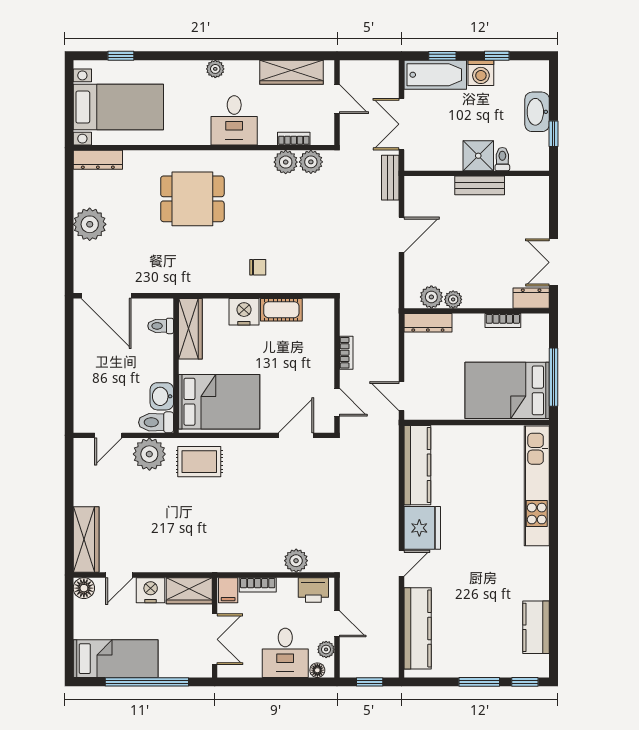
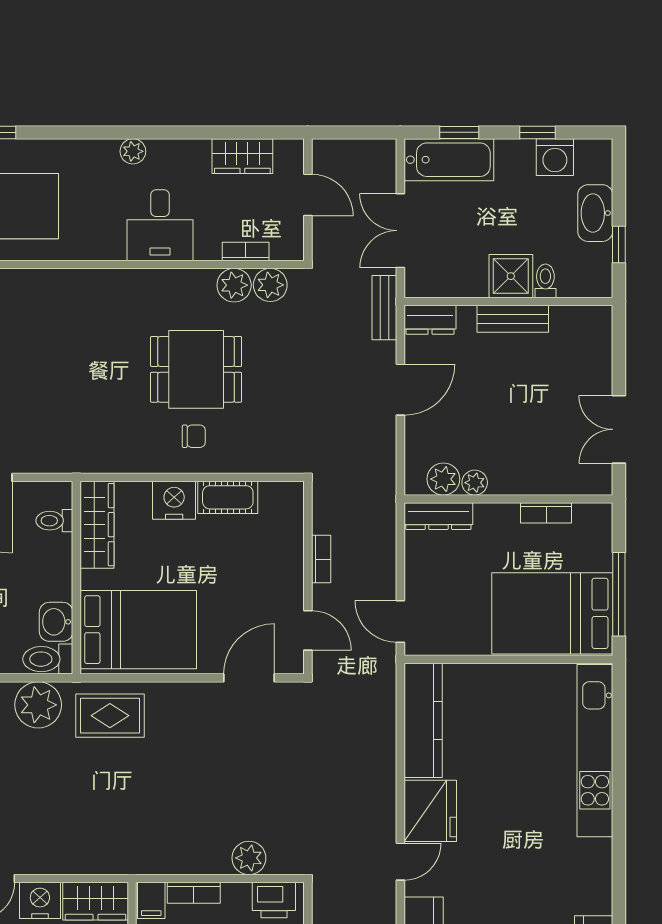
wardrobe: (291, 72) -> (242, 156), width x0.67
washing machine: (481, 73) -> (555, 157), moved
dining table: (192, 199) -> (196, 369), moved
dresser: (531, 298) -> (430, 320), moved, turned 180

